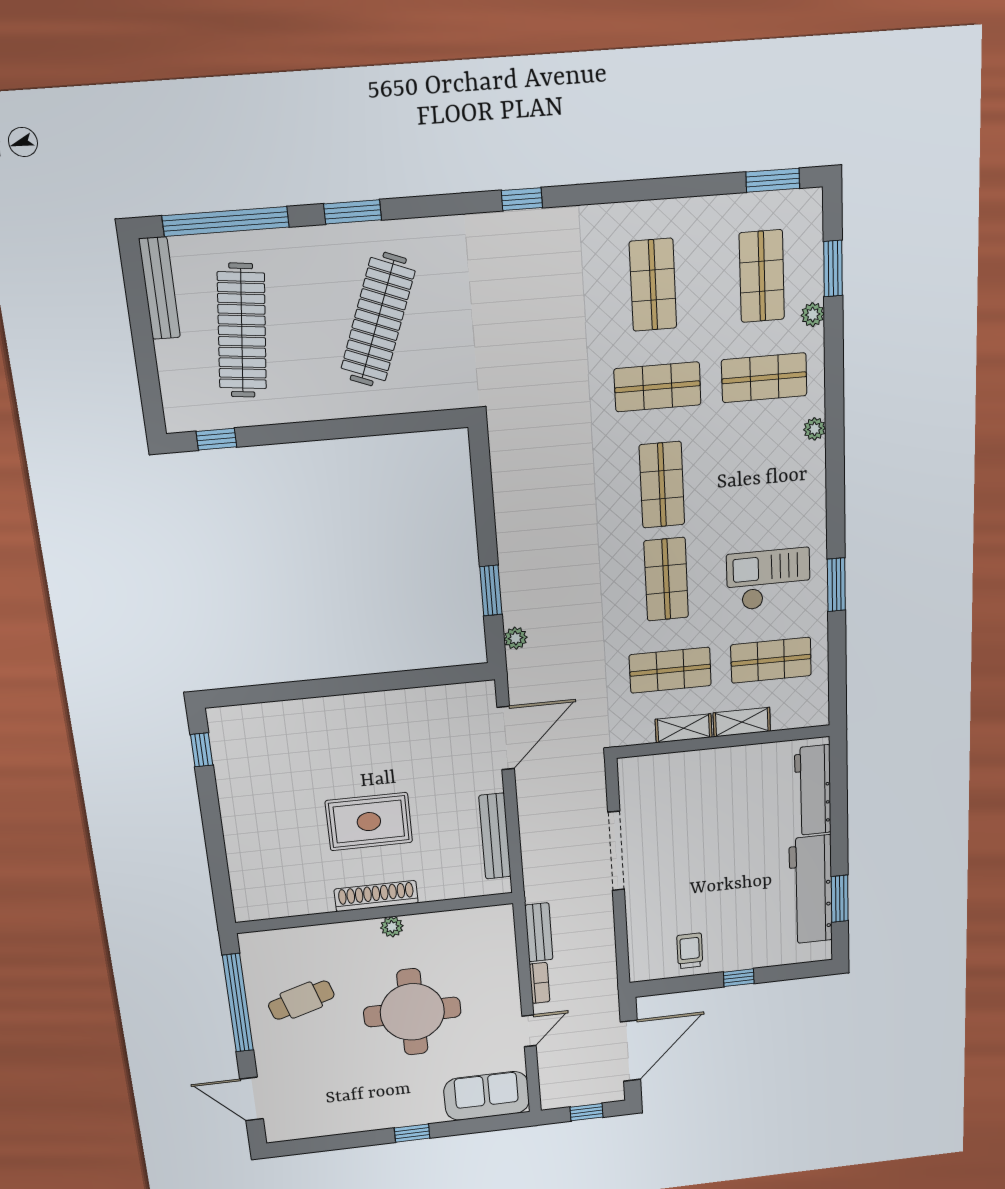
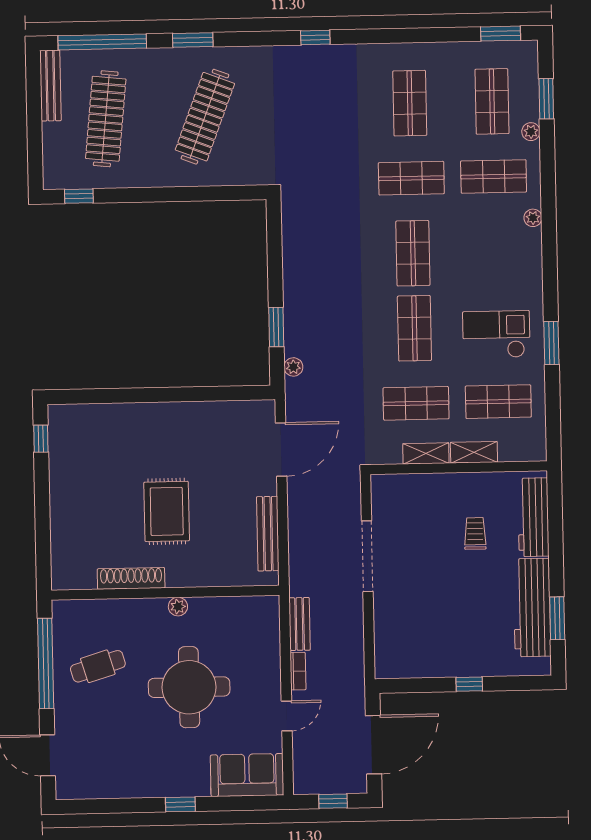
rug: (369, 822) -> (167, 511), turned 90
shoe rack: (376, 896) -> (131, 578), moved
trolley: (690, 951) -> (475, 533), moved

